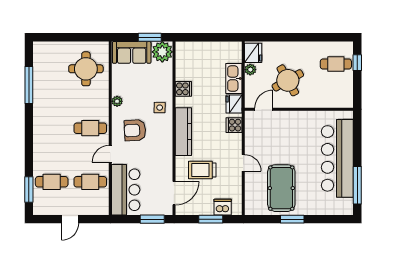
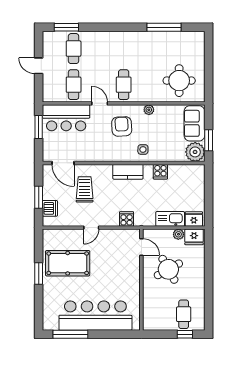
fridge: (234, 104) -> (194, 219), moved
kitchen counter: (183, 132) -> (128, 172), width x0.67
window: (152, 219) -> (39, 127), moved

